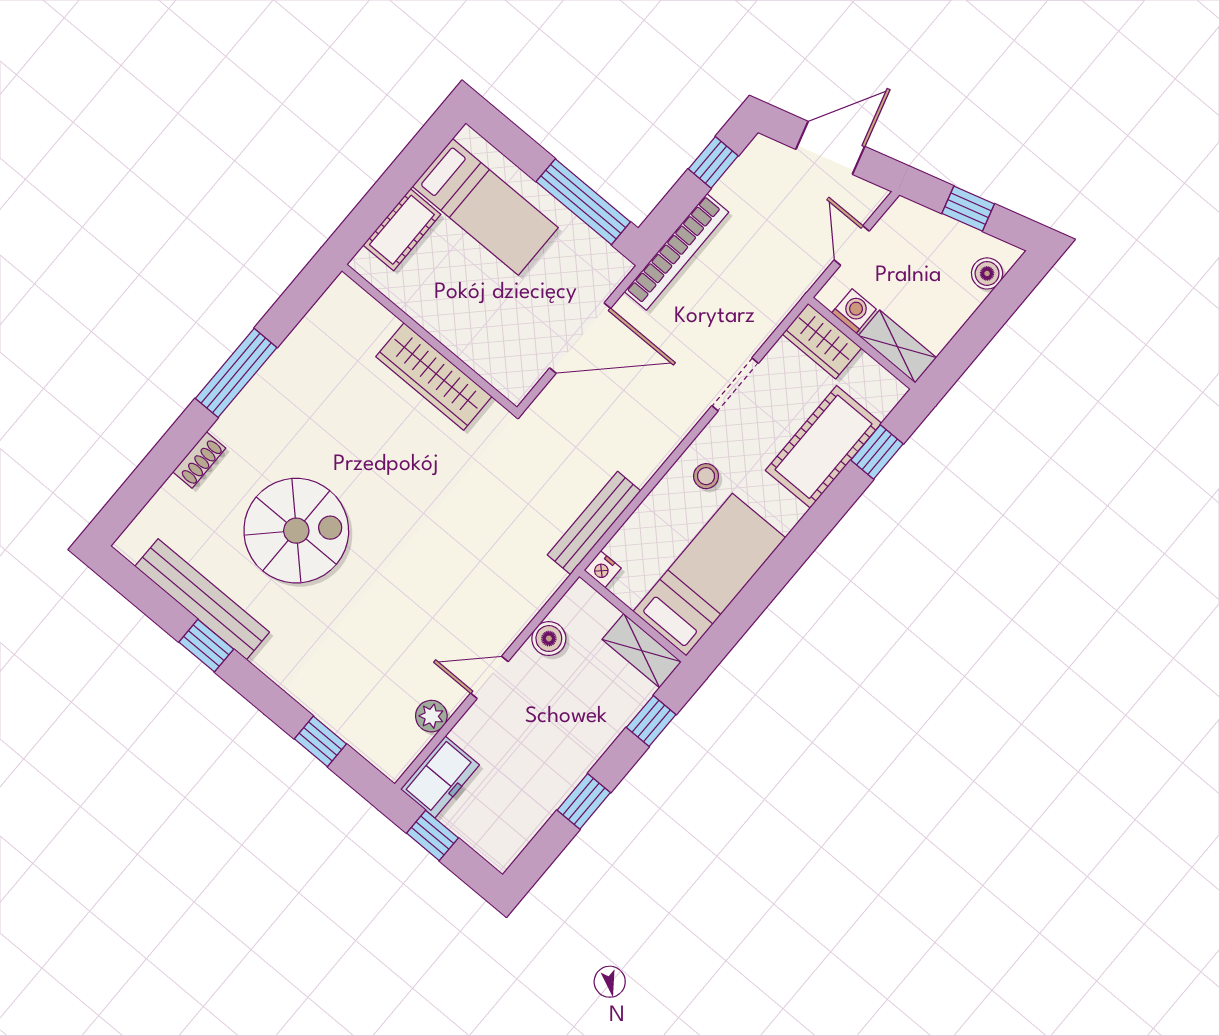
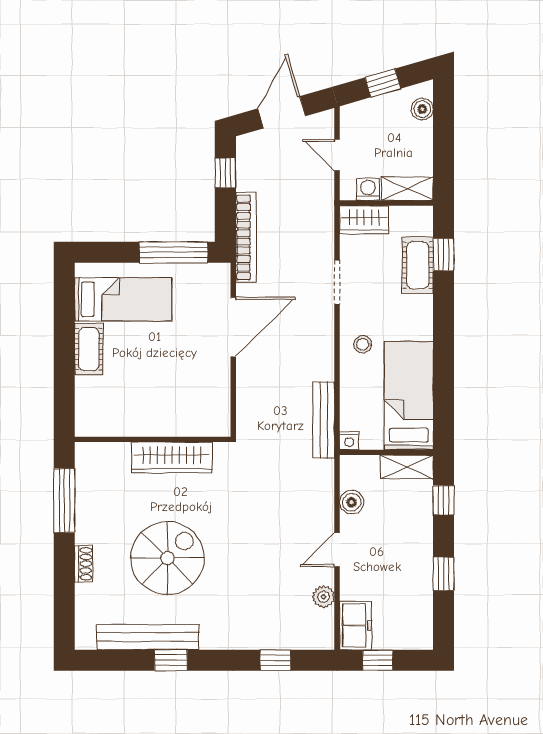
wall: (429, 339) -> (153, 439), moved
wardrobe: (434, 376) -> (172, 458), moved
cot: (823, 447) -> (418, 265), width x0.73, depth x0.75

